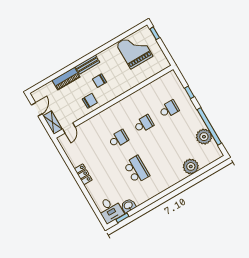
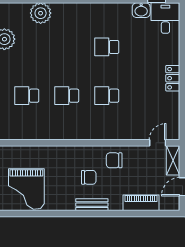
piano: (66, 79) -> (141, 203), moved
school desk: (136, 170) -> (107, 47), width x0.54

